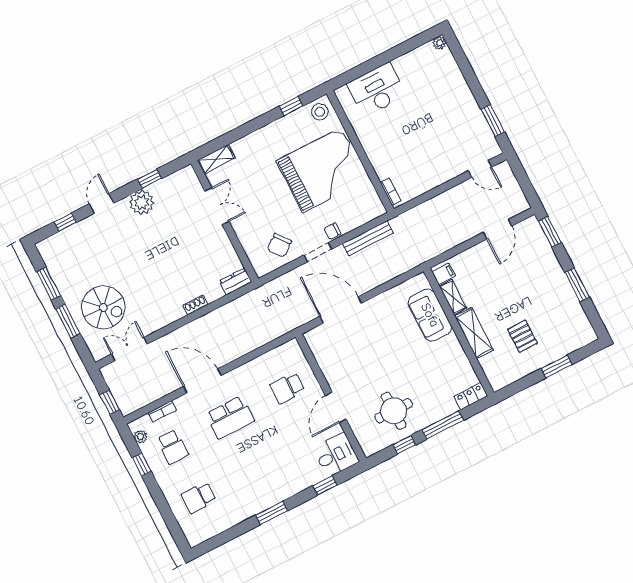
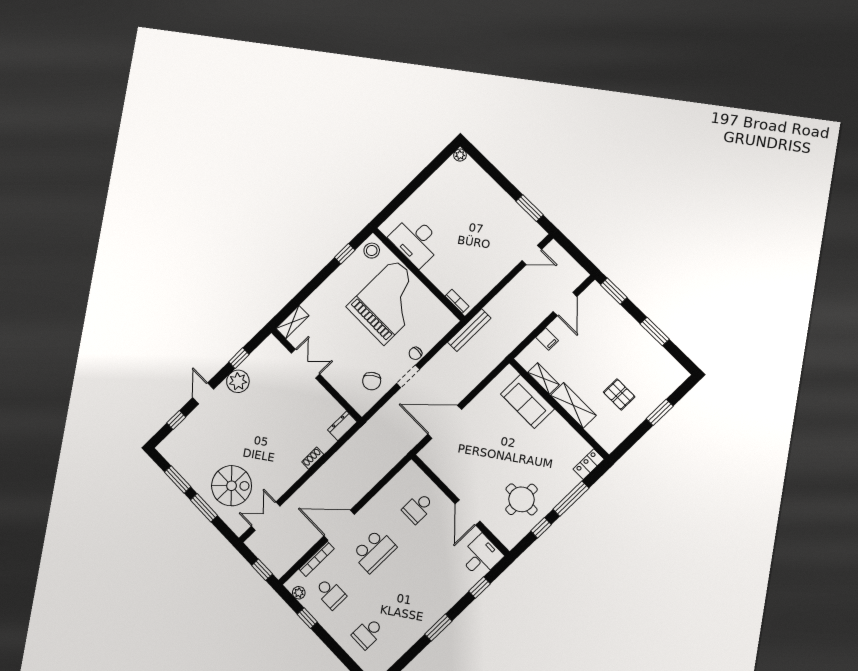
desk: (377, 90) -> (416, 241), moved, turned -90
bench: (368, 238) -> (469, 330), moved
filing cabinet: (444, 274) -> (547, 339), moved, turned 90
bookcase: (162, 411) -> (317, 559), width x1.56

